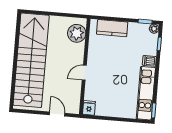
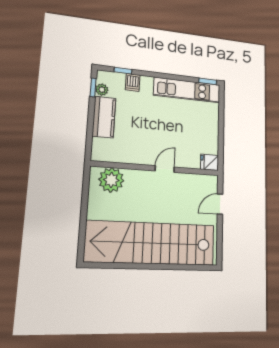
kitchen counter: (112, 28) -> (104, 117), moved
plant: (154, 29) -> (102, 90), moved
dishwasher: (149, 61) -> (133, 82), moved
door: (84, 73) -> (165, 169), swing flipped

